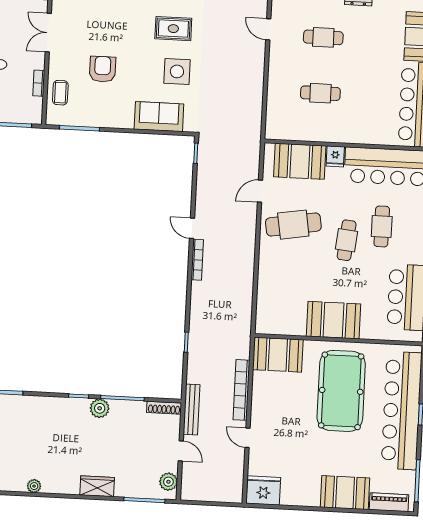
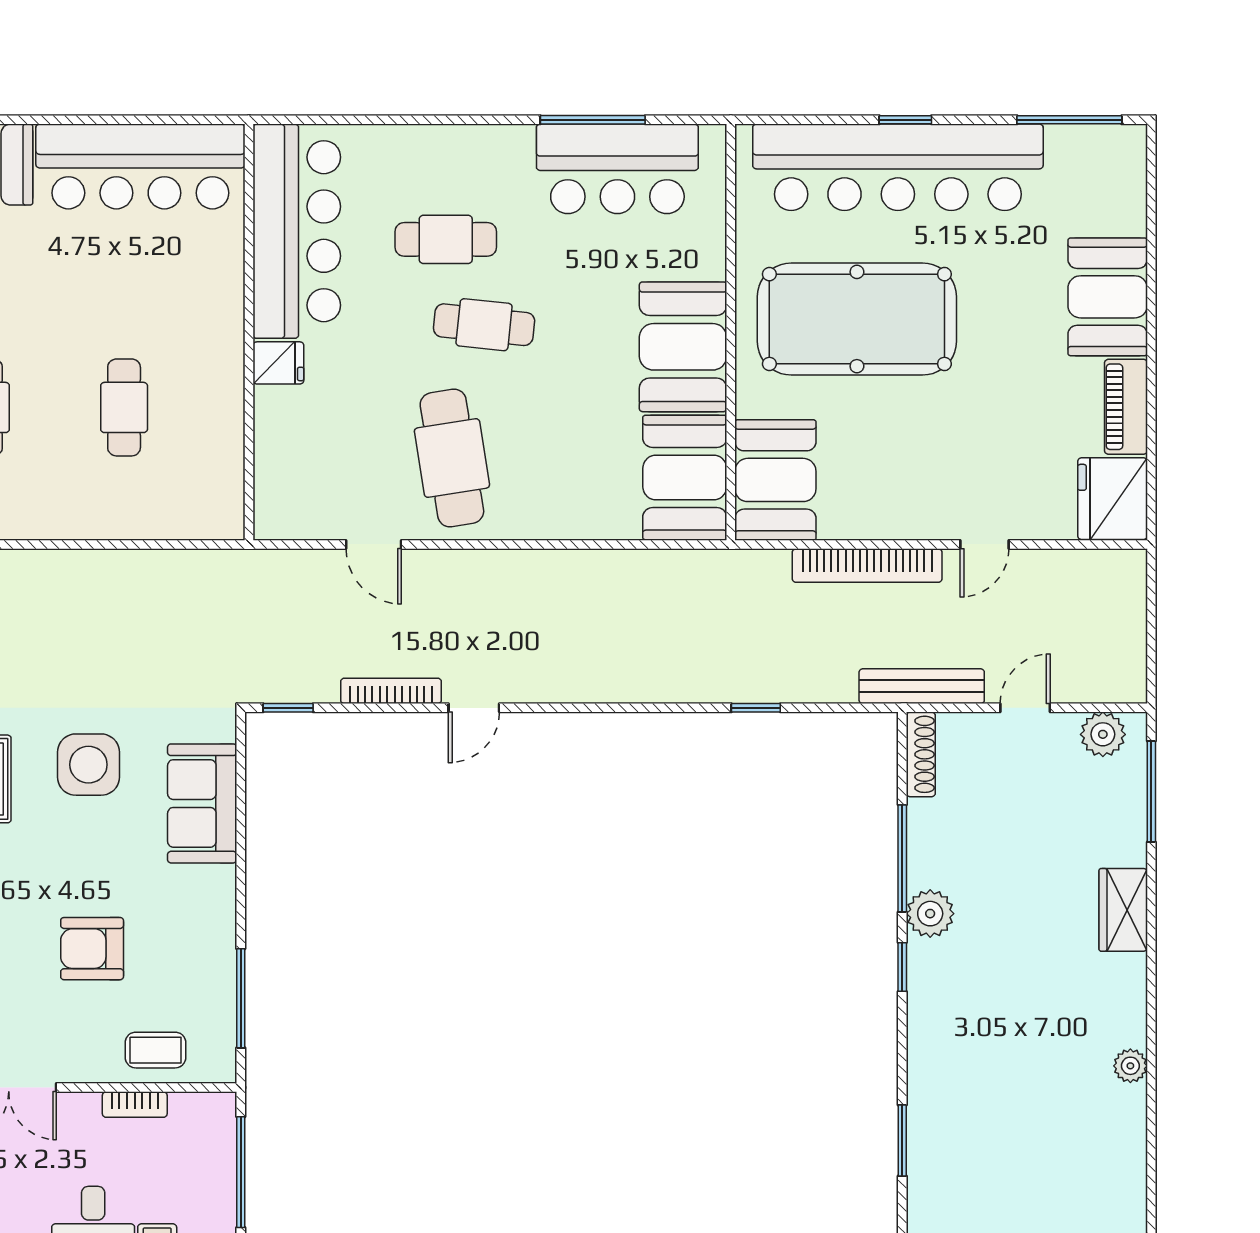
booth: (300, 161) -> (685, 478), moved
bookcase: (197, 260) -> (391, 691), moved
piano: (389, 502) -> (1126, 407), moved

